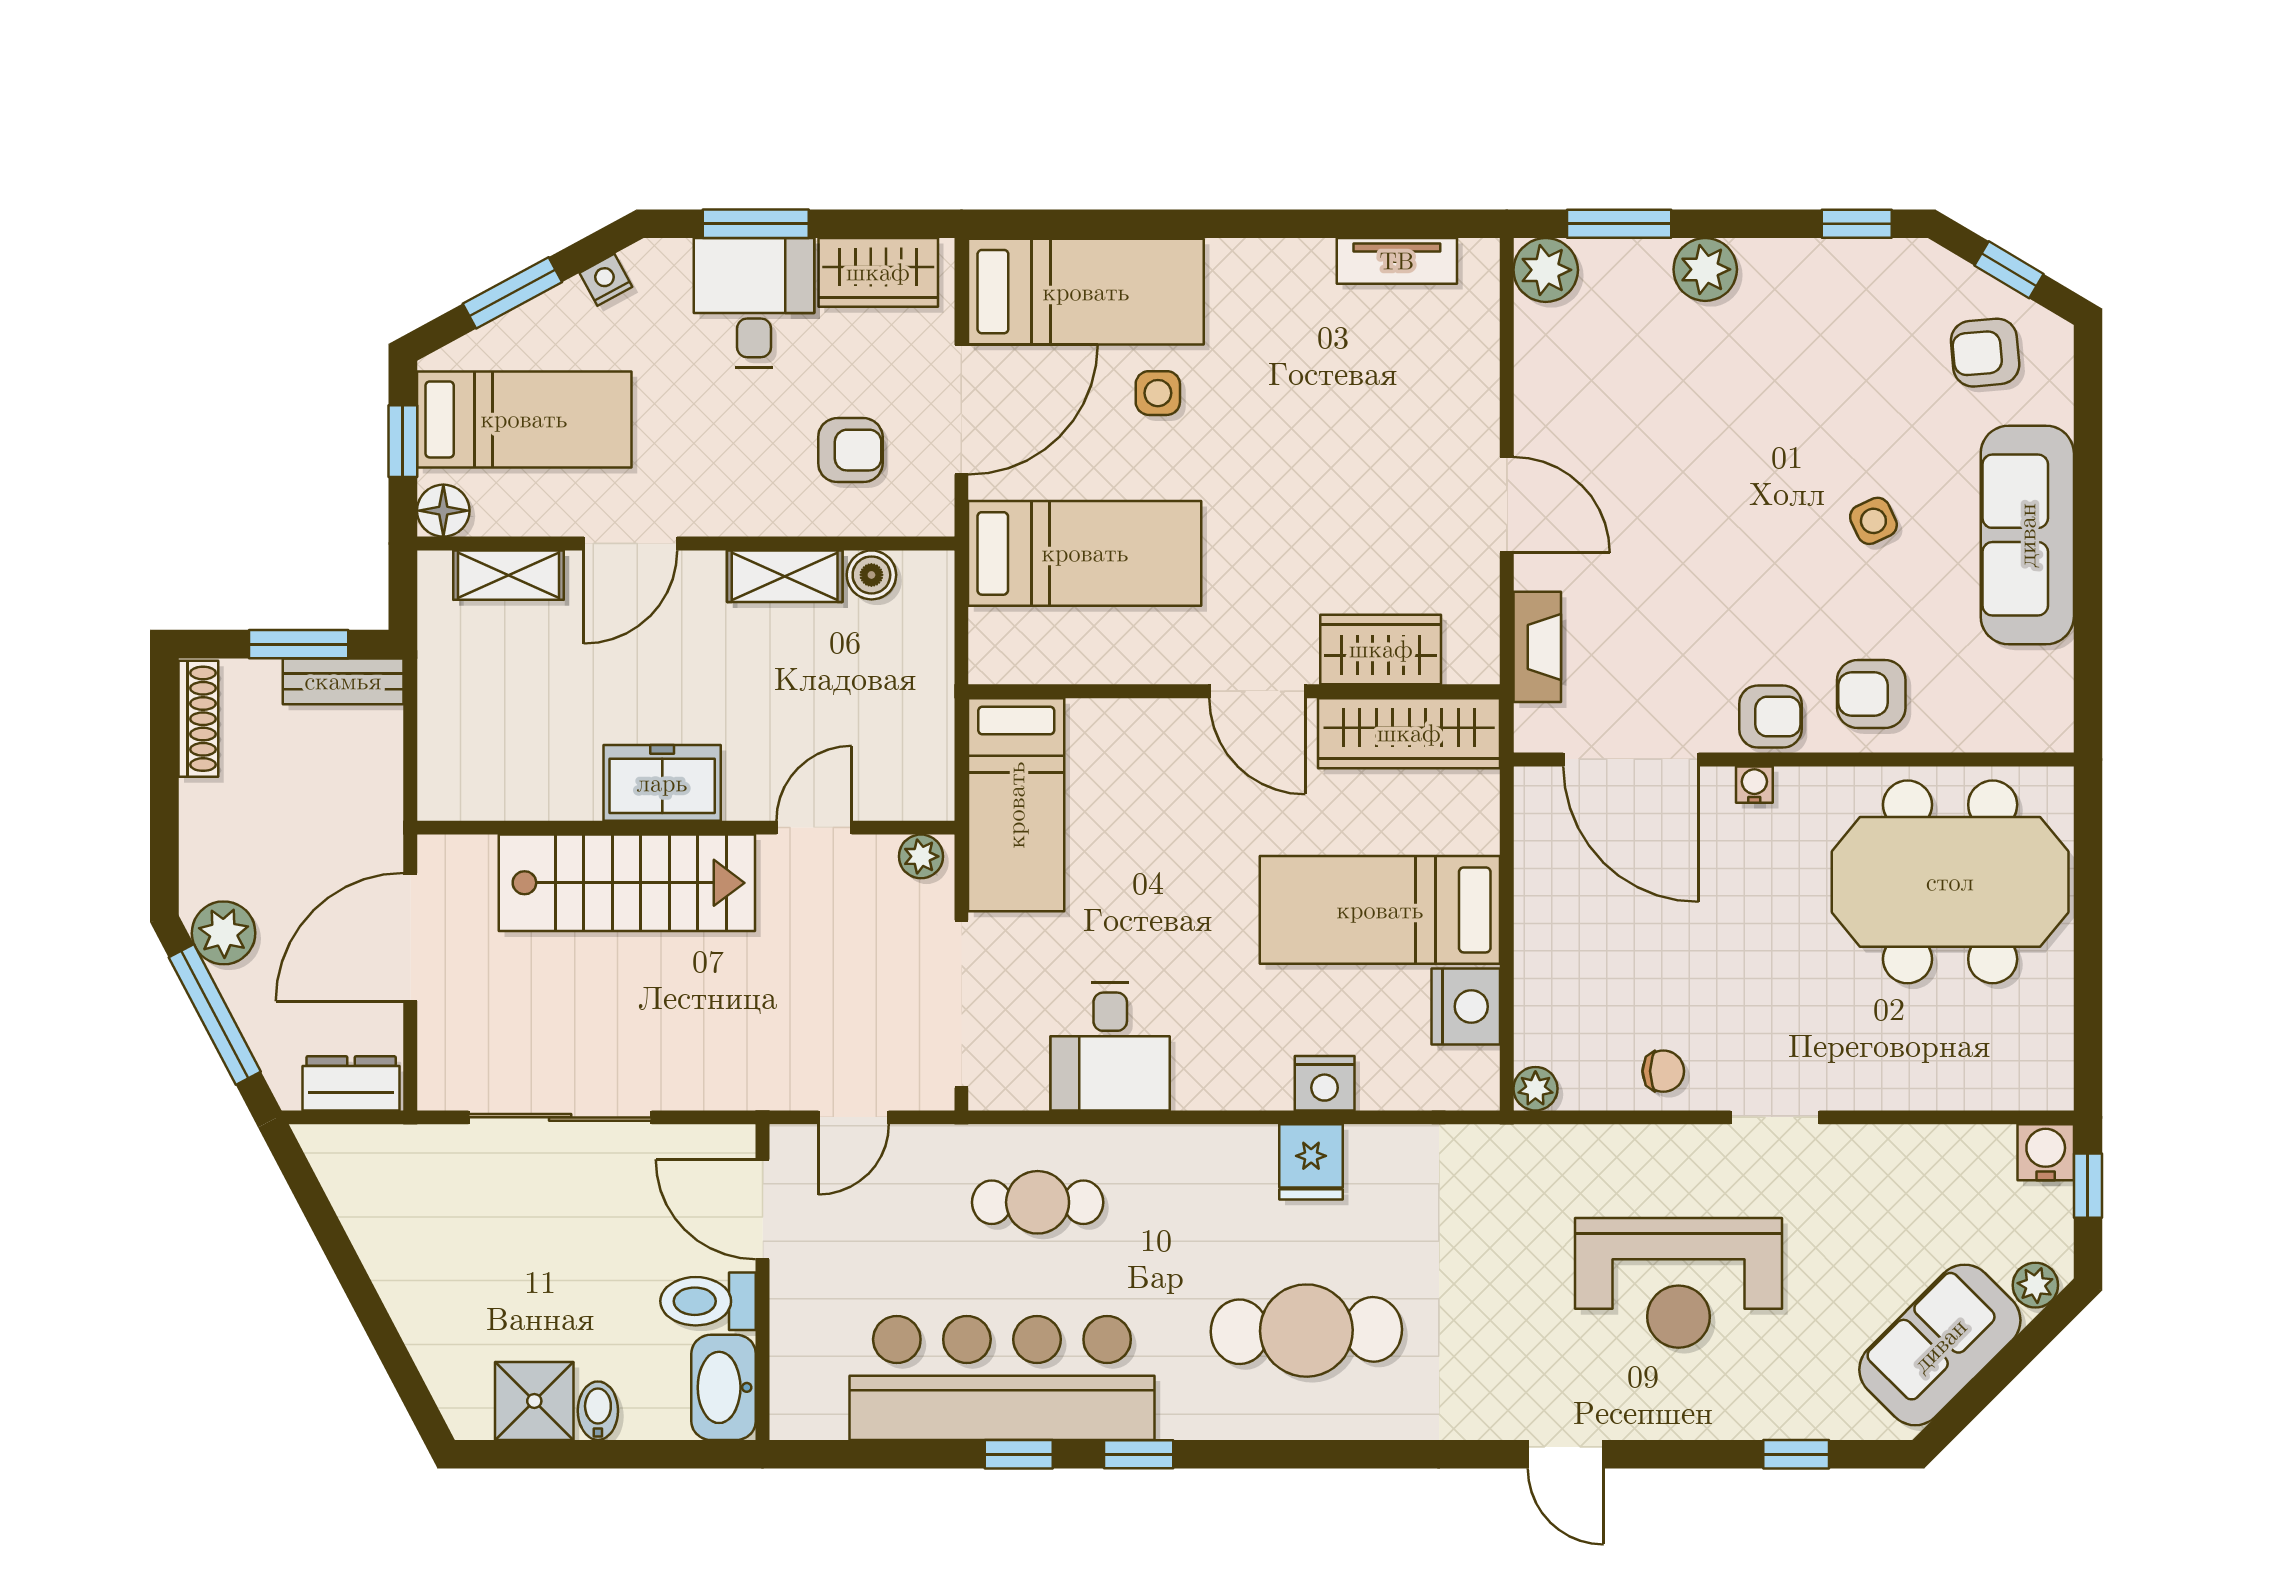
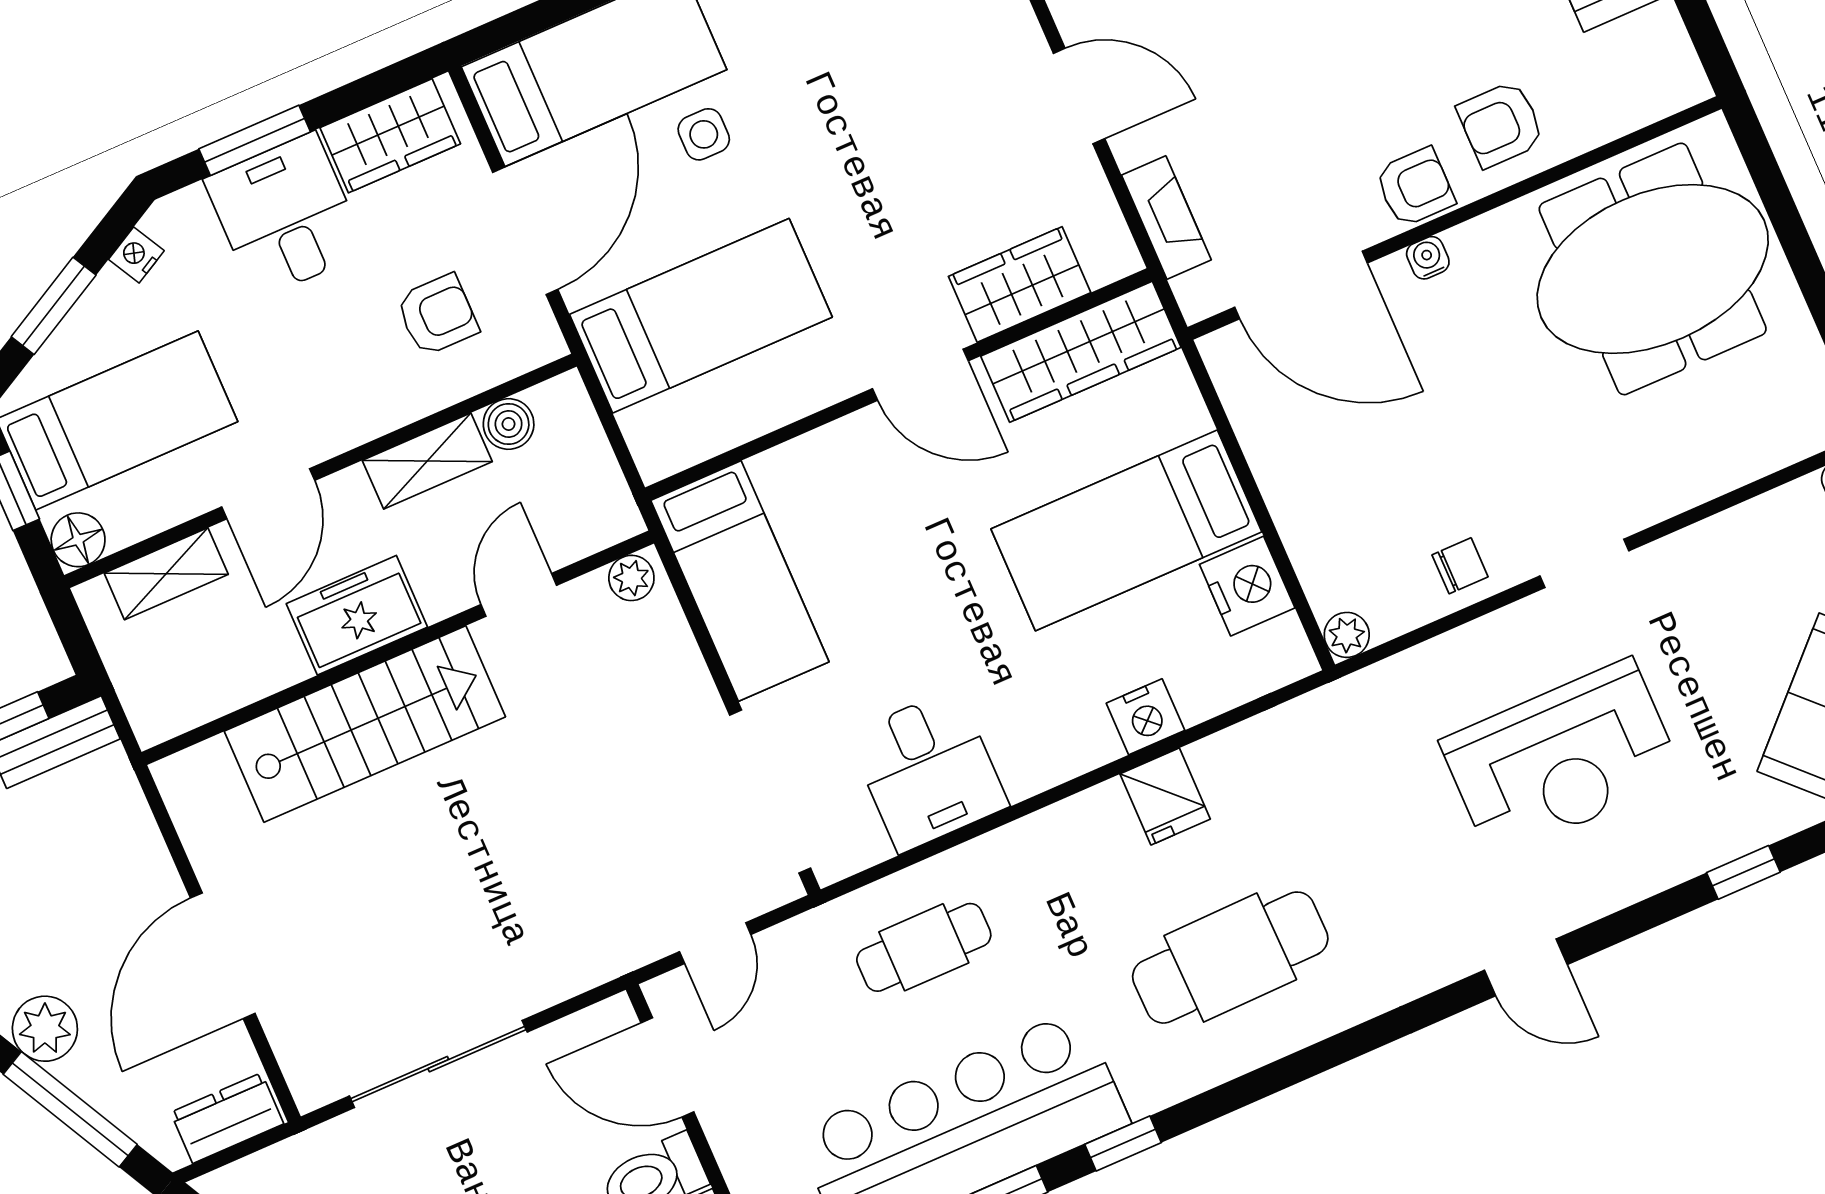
freezer: (662, 783) -> (357, 615), moved
wall: (686, 828) -> (398, 648), moved
door: (814, 828) -> (519, 595), moved
plant: (921, 856) -> (631, 578), moved
stairs: (627, 883) -> (365, 724), moved

